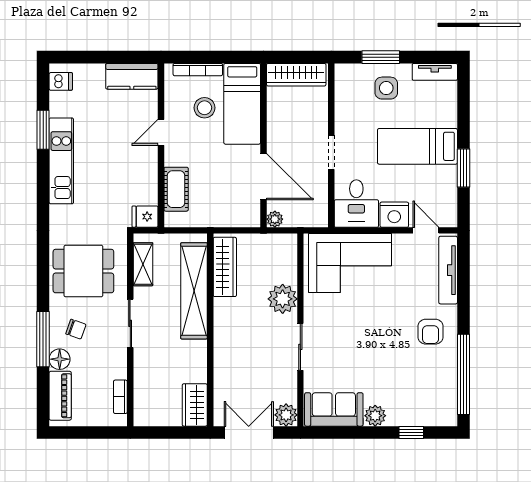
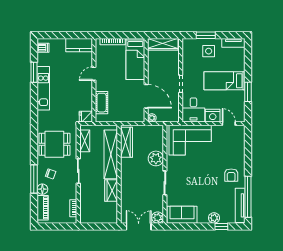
stool: (204, 108) -> (116, 61), removed
tv unit: (448, 270) -> (240, 205), moved
wardrobe: (195, 405) -> (111, 191), moved
plant: (375, 416) -> (214, 218), moved

